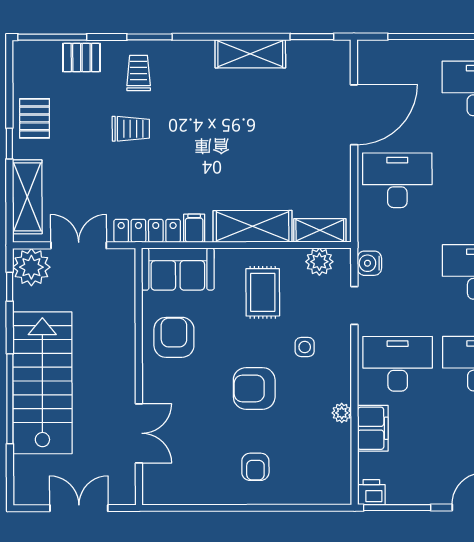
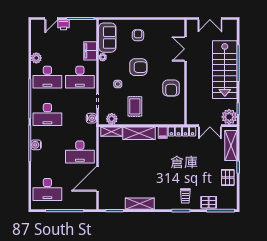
trolley: (131, 129) -> (189, 173), removed
sofa: (178, 269) -> (107, 38), moved, turned 90
printer: (371, 492) -> (64, 25), moved

